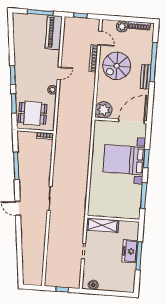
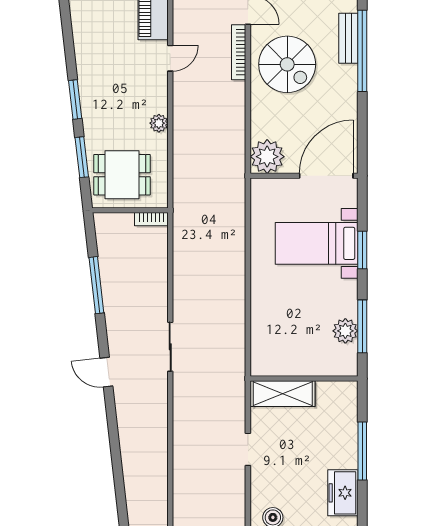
spiral stairs: (117, 66) -> (287, 64), turned -90
door: (59, 73) -> (170, 58), moved
bench: (146, 77) -> (348, 38), moved
bed with nightstands: (124, 160) -> (317, 243), width x0.73
plant: (135, 197) -> (345, 331), added
freezer: (130, 251) -> (343, 493), moved

